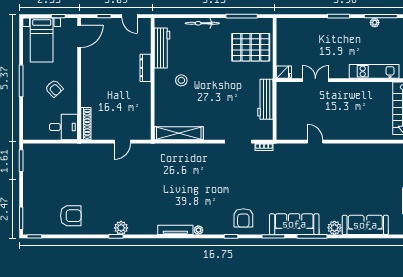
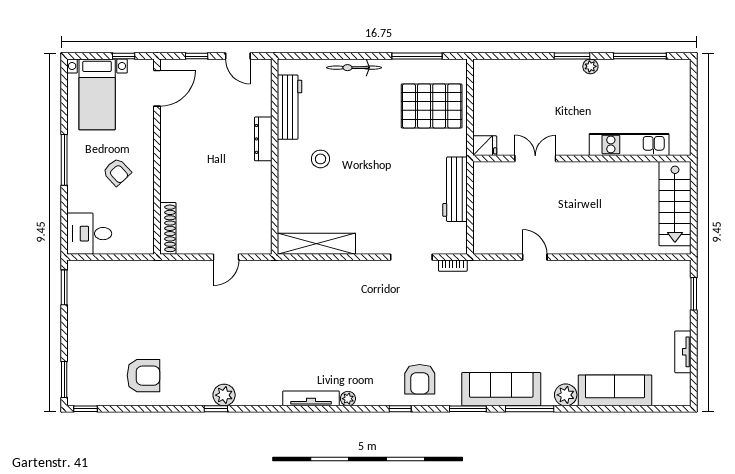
plant: (375, 23) -> (590, 66), moved
desk: (64, 127) -> (89, 234), moved, turned 180

